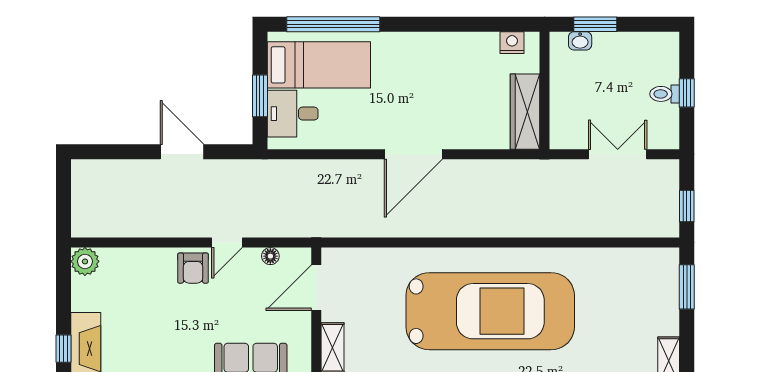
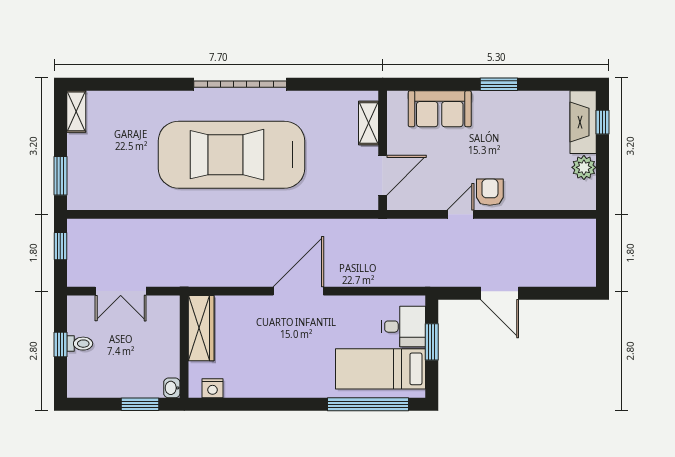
washbasin: (580, 41) -> (172, 388), moved, turned -90
floor lamp: (270, 256) -> (423, 203), removed
plant: (85, 261) -> (584, 167), moved

